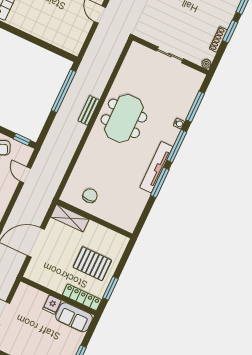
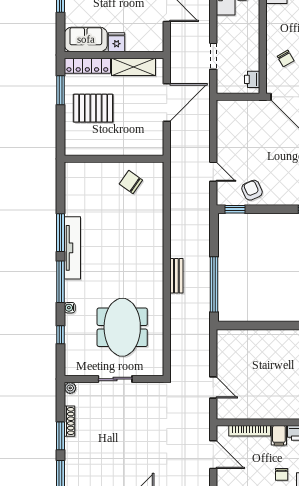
window: (195, 107) -> (60, 335), width x0.46
meeting table: (124, 118) -> (122, 327), moved
chair: (90, 196) -> (131, 182), turned 125
shelving: (70, 218) -> (134, 67), moved

